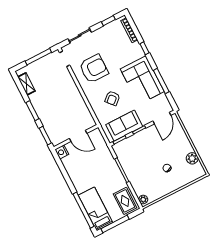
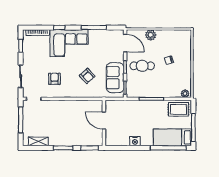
armchair: (94, 69) -> (55, 79), width x0.53, depth x0.53
corner sofa: (142, 80) -> (69, 43), moved
door: (78, 136) -> (104, 121), swing flipped
cafe table: (149, 145) -> (142, 66), added
nightstand: (62, 152) -> (135, 141), moved
plant: (192, 158) -> (151, 35), moved

